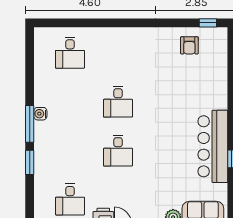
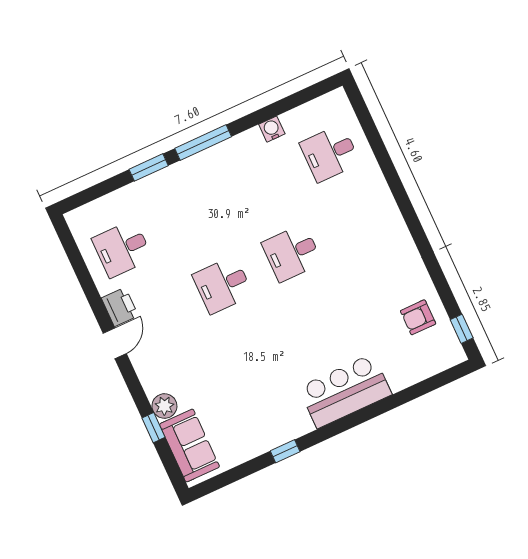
water cooler: (40, 114) -> (272, 129), moved
bar counter: (213, 146) -> (345, 391), moved, width x0.73

